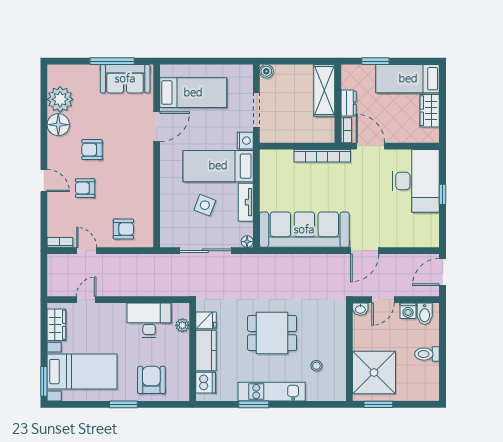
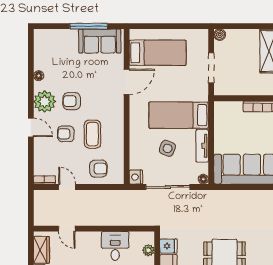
plant: (60, 99) -> (45, 102), moved
floor lamp: (58, 125) -> (39, 76), width x0.53, depth x0.53
nightstand: (245, 141) -> (136, 177), moved, turned 180
coffee table: (116, 188) -> (92, 134), added
door: (86, 300) -> (67, 229), swing flipped
desk: (149, 320) -> (115, 246), width x0.73

